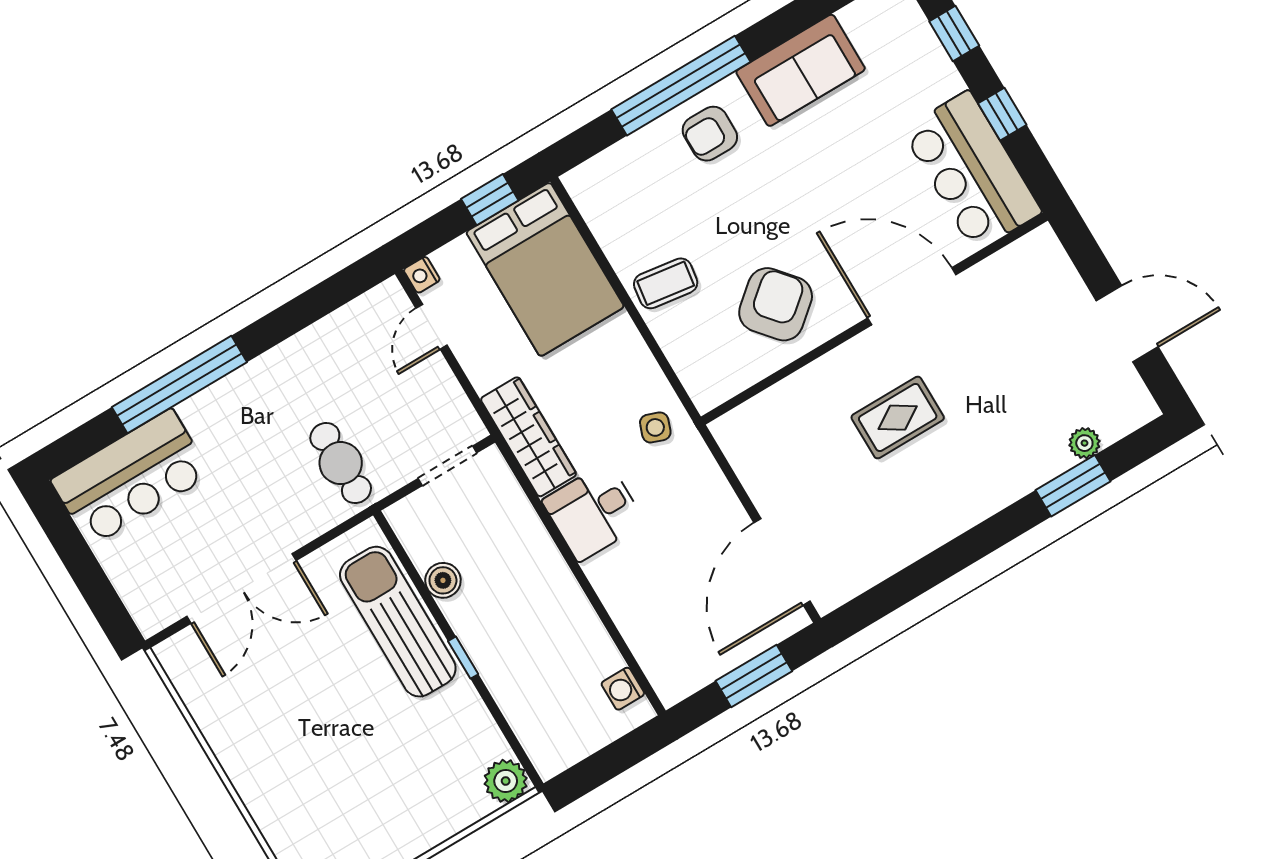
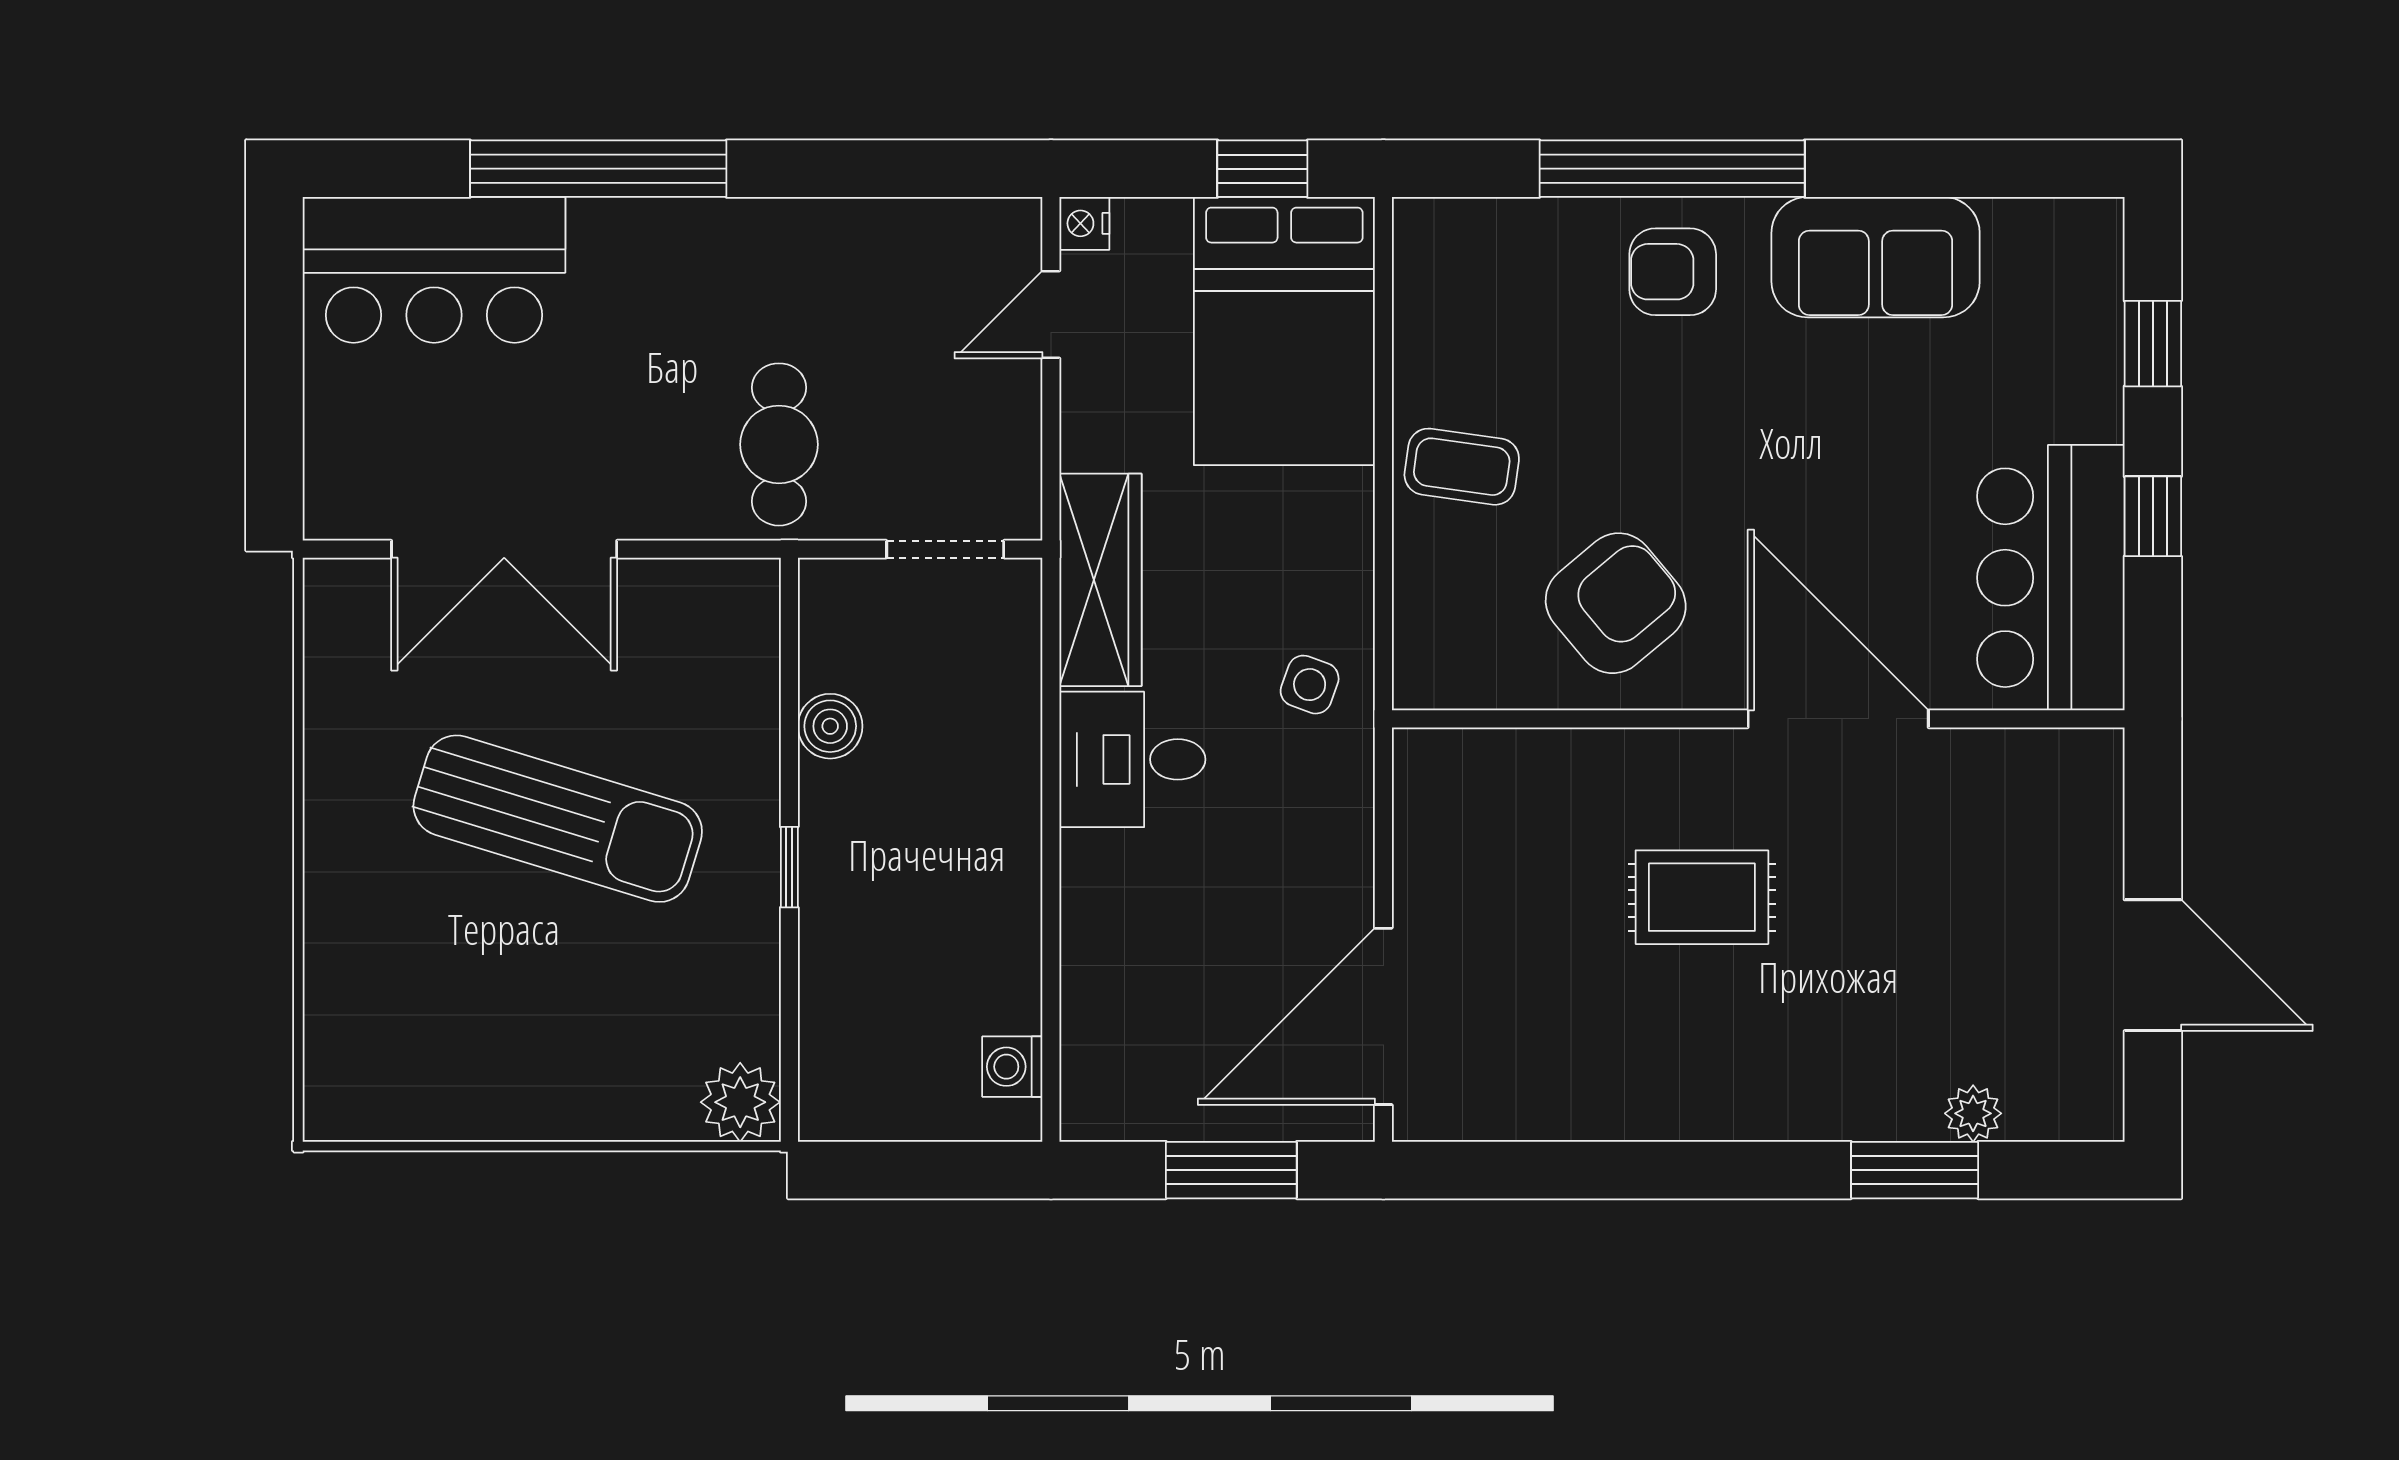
sun lounger: (398, 622) -> (558, 819), moved, turned 107

